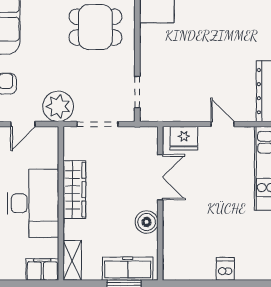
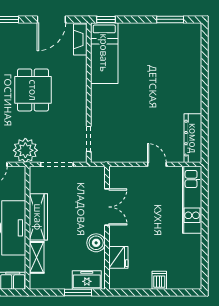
dining table: (95, 27) -> (33, 90), moved, turned 90
fridge: (184, 138) -> (118, 257), moved, turned -90
shelving: (72, 260) -> (37, 257), moved
freezer: (128, 269) -> (87, 280), width x0.71

